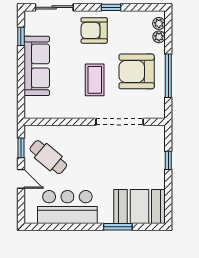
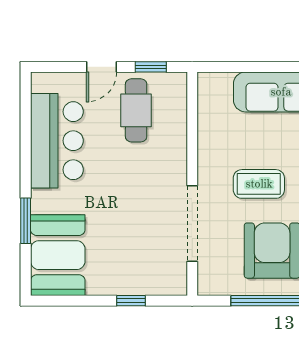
cafe table: (48, 157) -> (136, 110), turned -40

